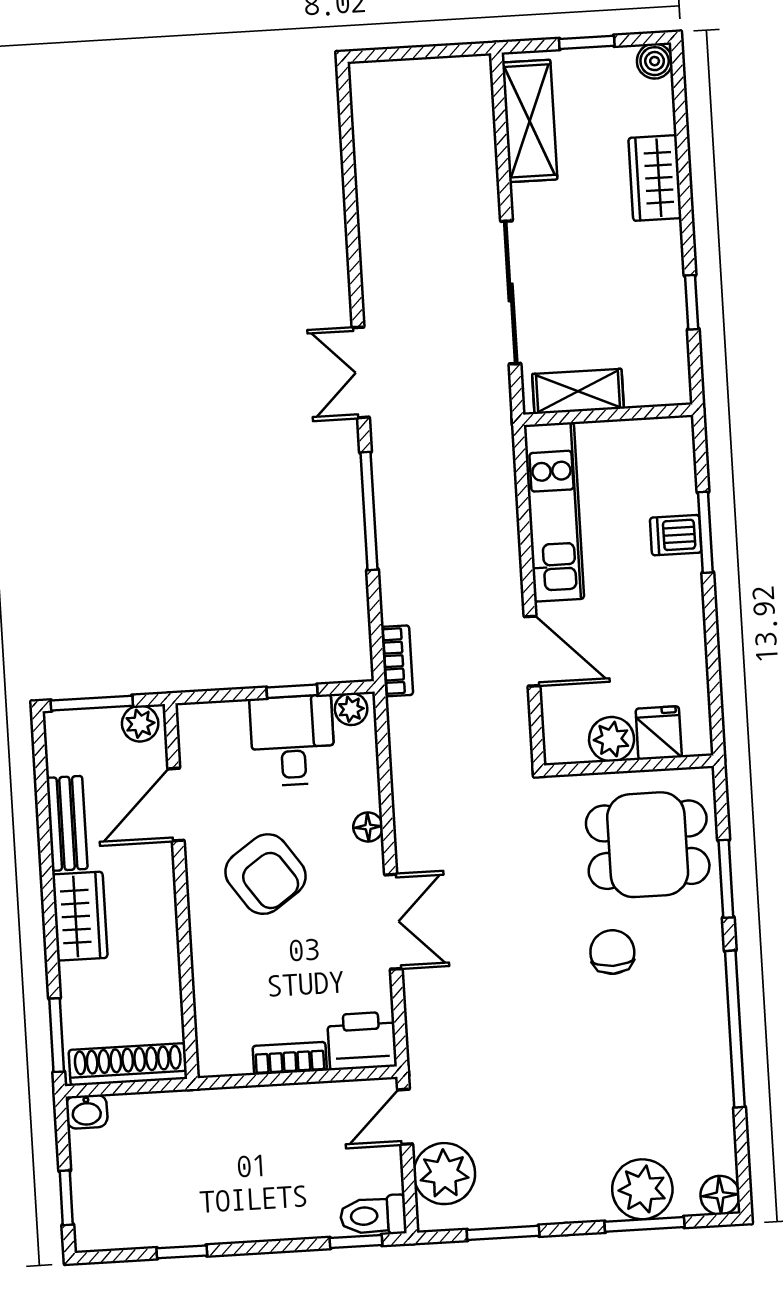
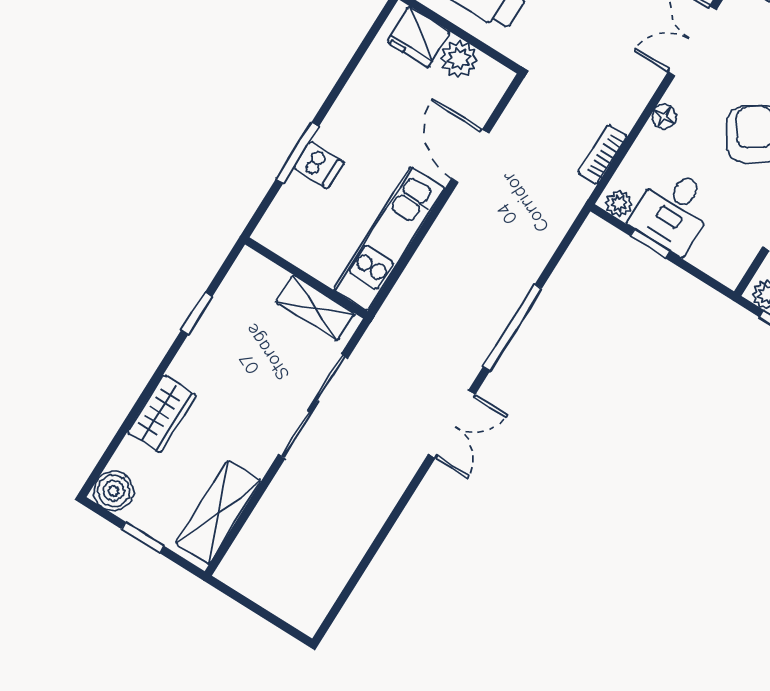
boiler: (655, 61) -> (114, 491), width x1.36, depth x1.36
bookcase: (397, 661) -> (602, 154), moved
fridge: (659, 733) -> (419, 37), width x1.38

